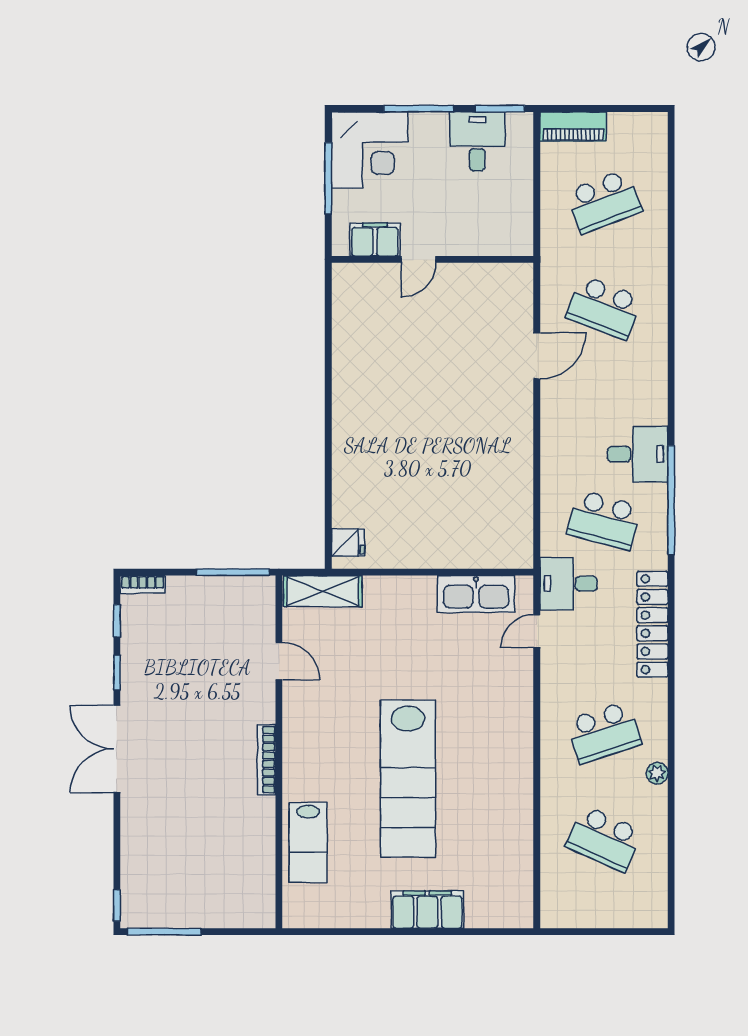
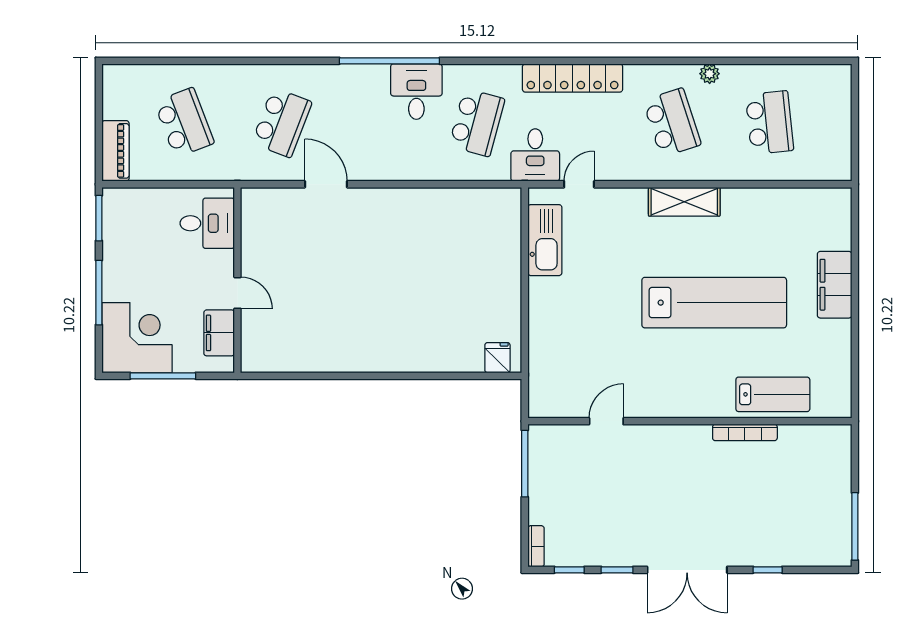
desk: (477, 141) -> (207, 223), moved, turned 180
window: (671, 500) -> (389, 61), moved
shelving: (323, 591) -> (684, 202), moved, turned 90
door: (537, 631) -> (579, 184), swing flipped
bookcase: (267, 760) -> (745, 432), moved
school desk: (604, 839) -> (770, 123), turned -30
window: (117, 905) -> (768, 570), moved

